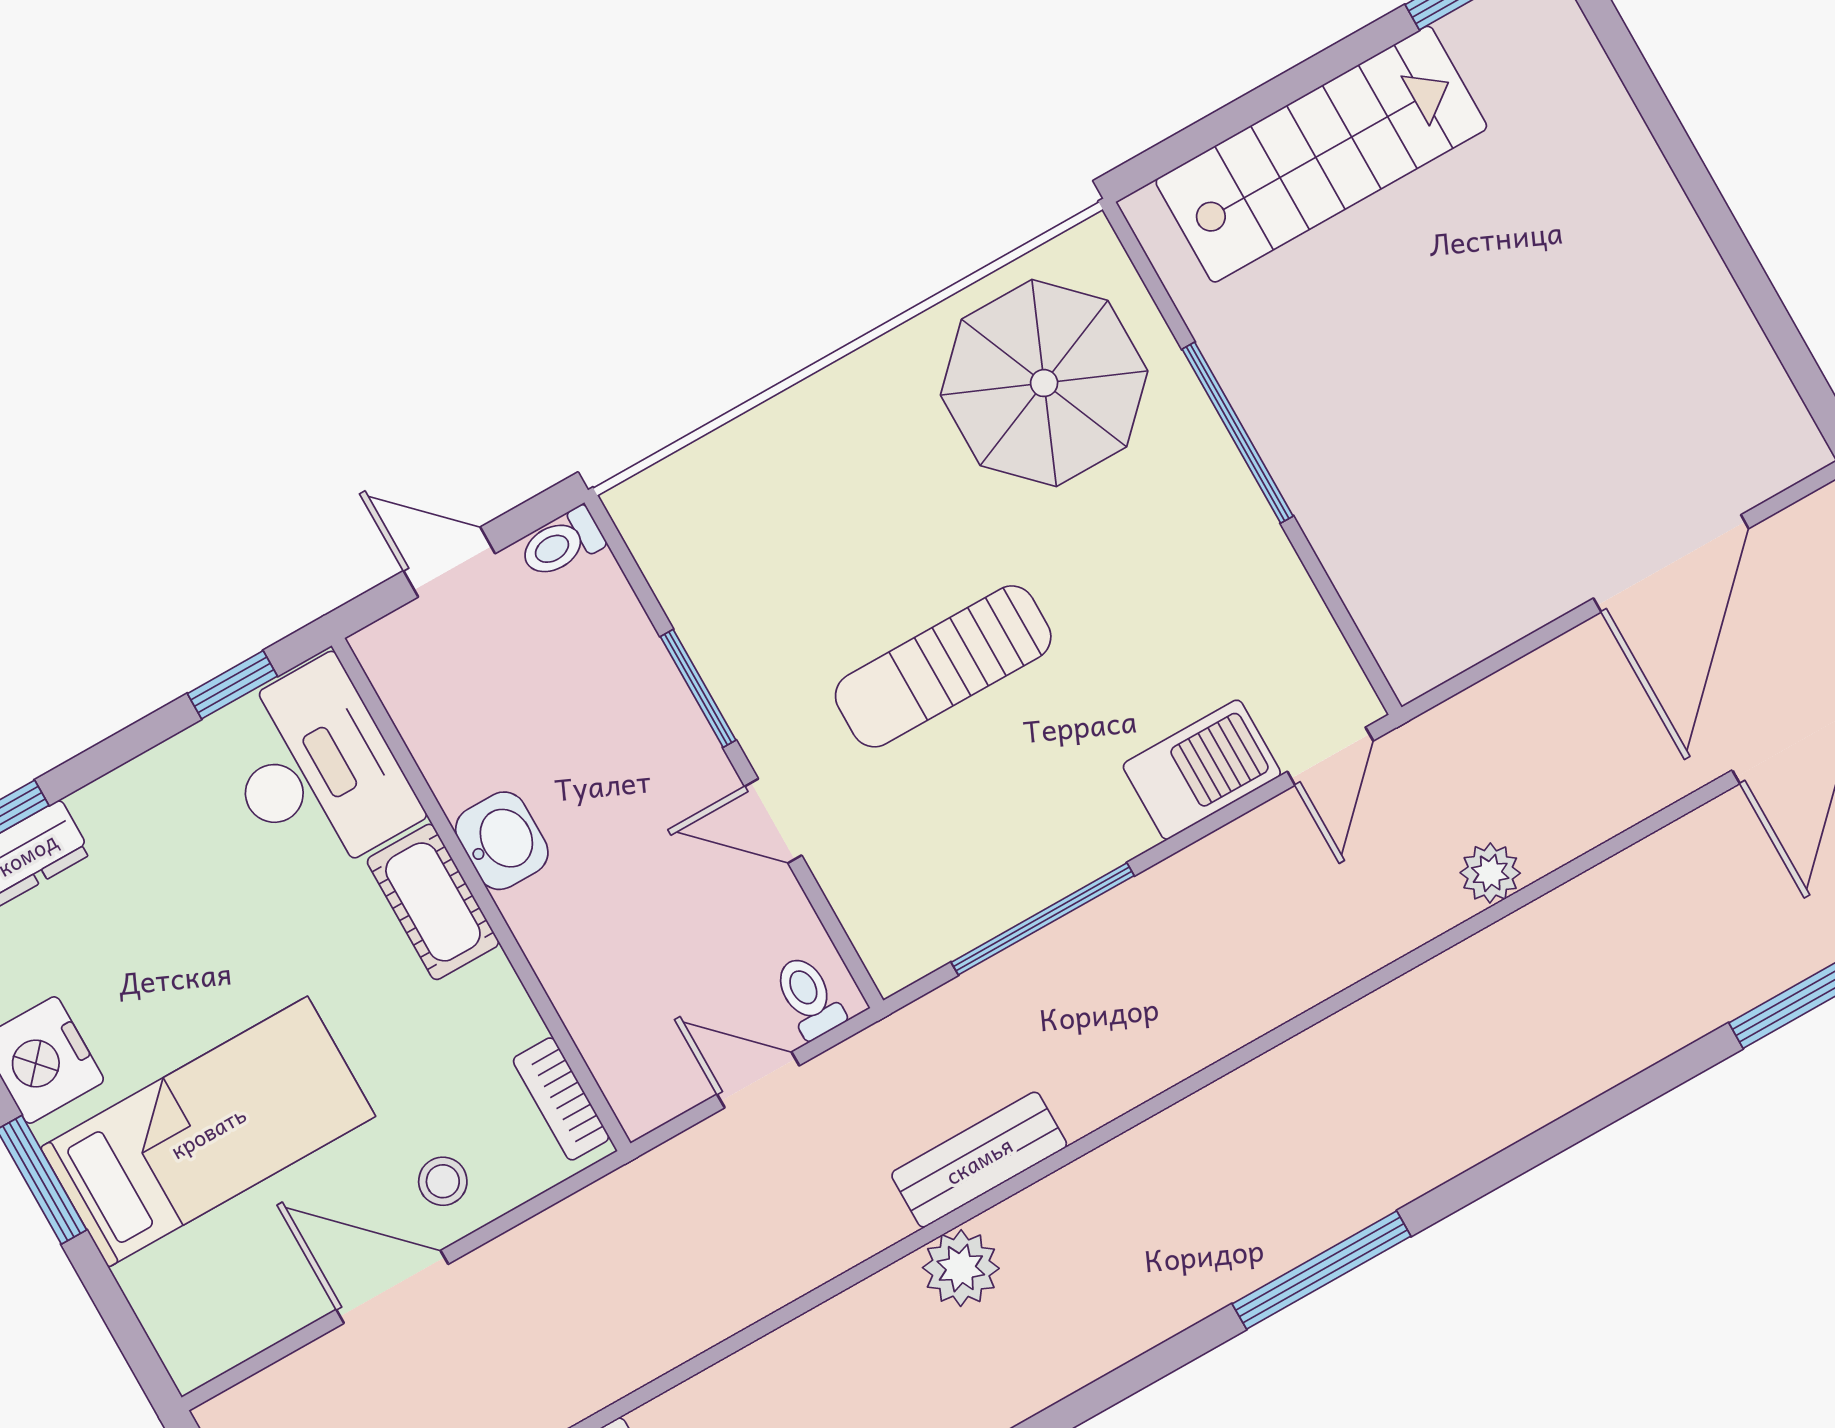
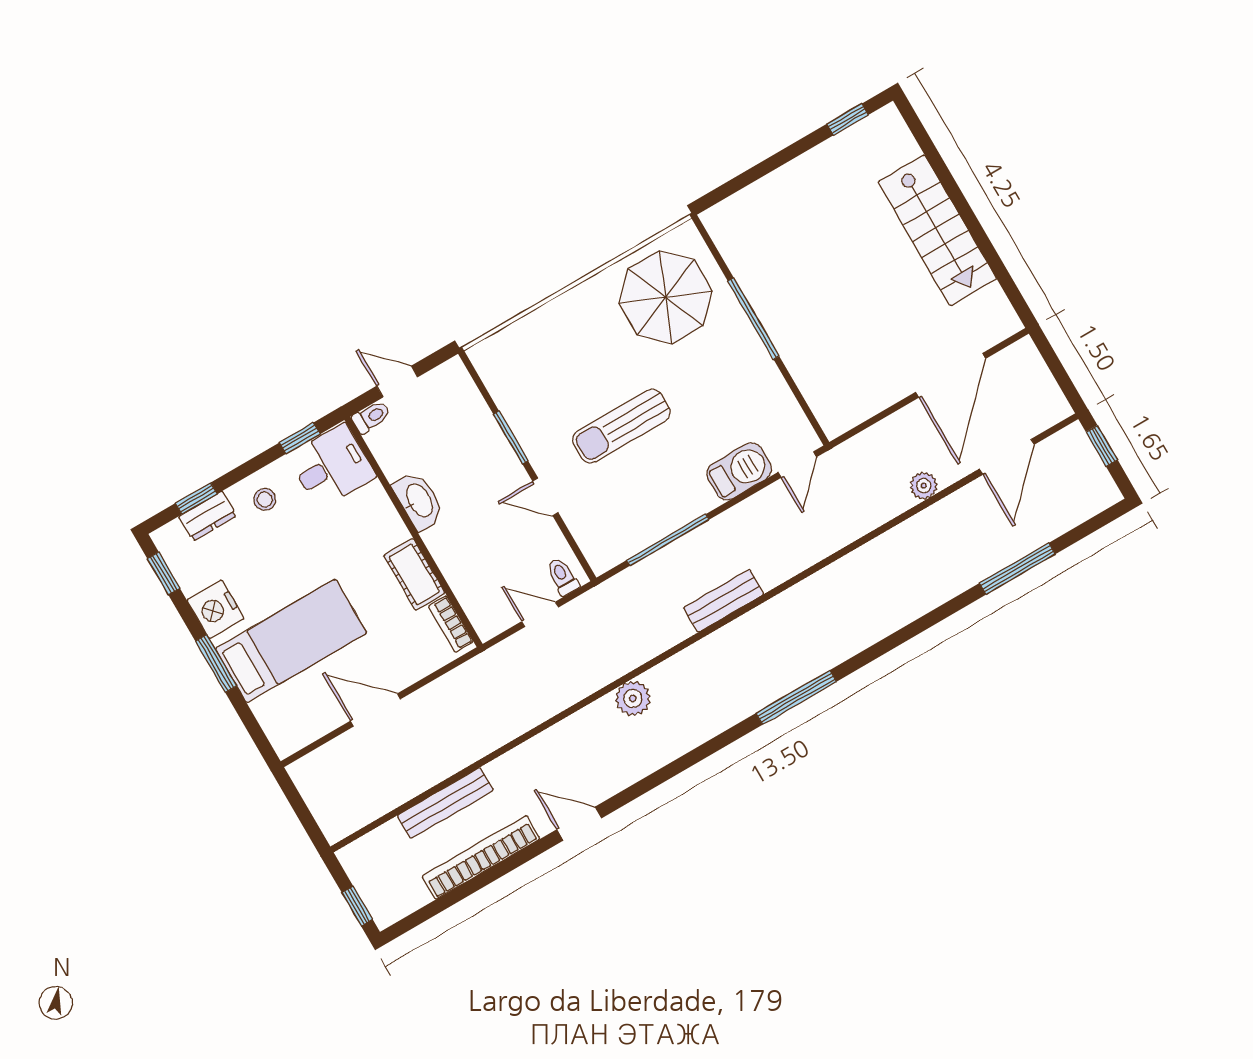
stairs: (1321, 154) -> (937, 230), moved, turned 90
toilet: (562, 543) -> (371, 417), moved, turned 180
desk: (315, 770) -> (332, 466), width x0.73
washbasin: (502, 841) -> (419, 501), width x1.38
plant: (1490, 873) -> (924, 486), moved
cot: (433, 902) -> (414, 574), moved
bench: (979, 1160) -> (724, 601), moved
stool: (443, 1181) -> (265, 499), moved

